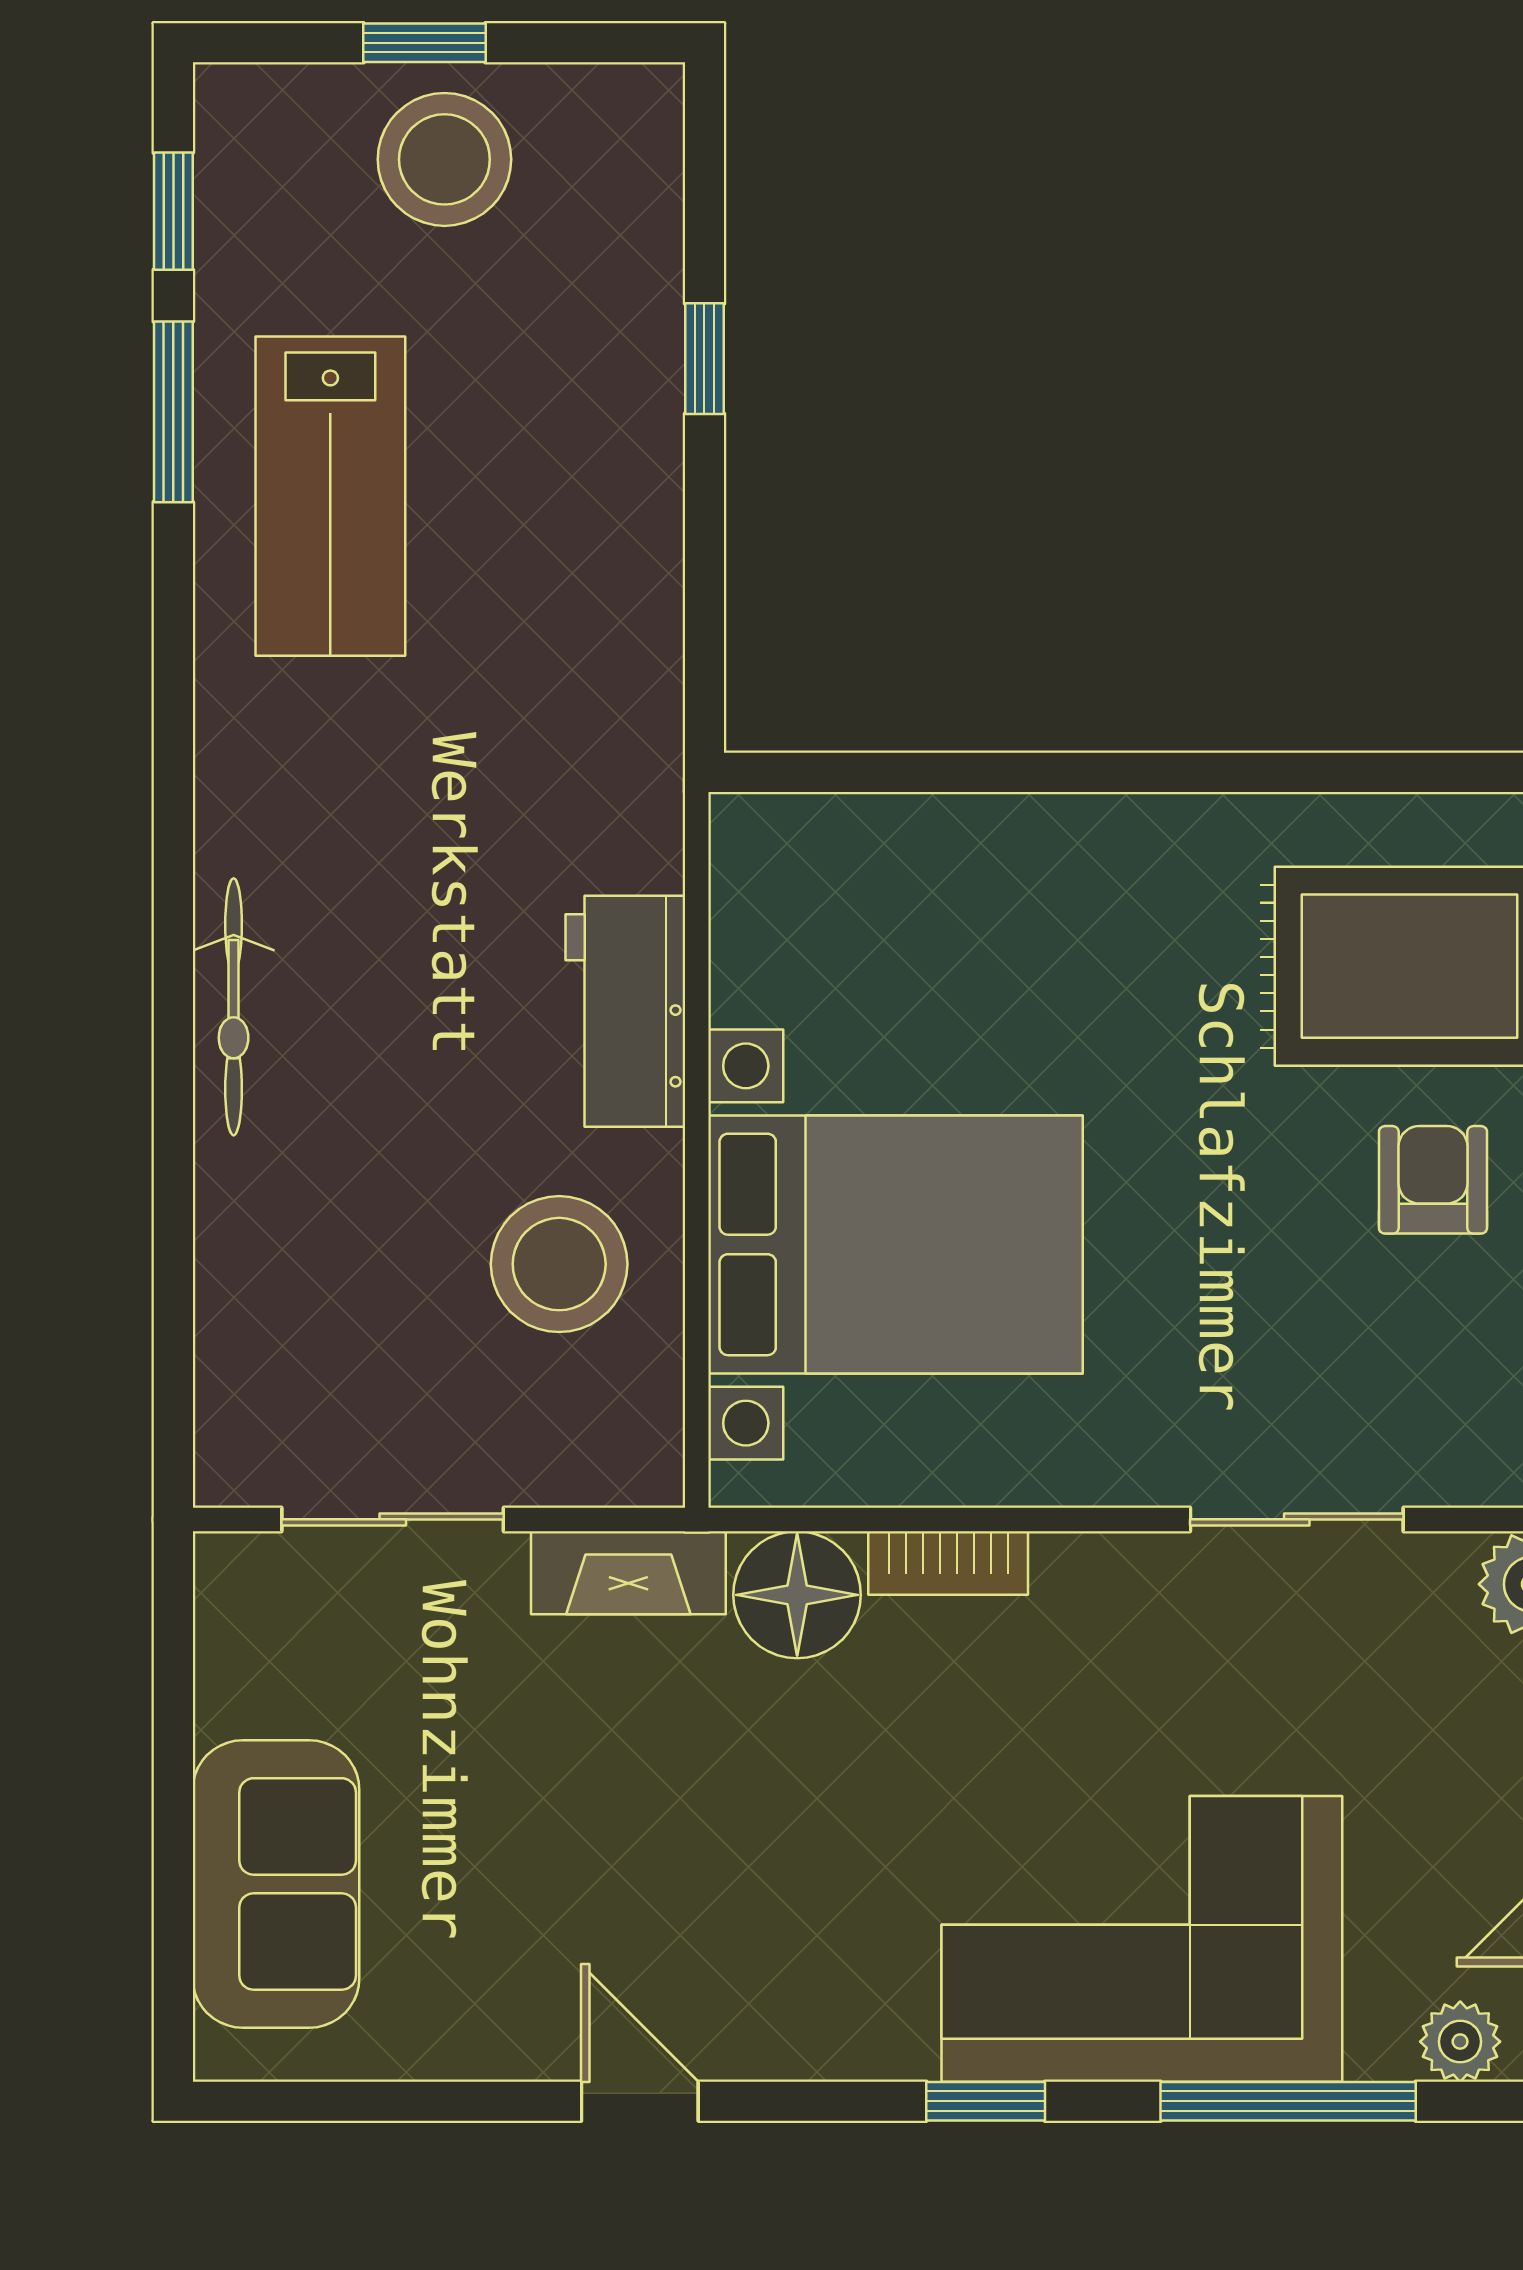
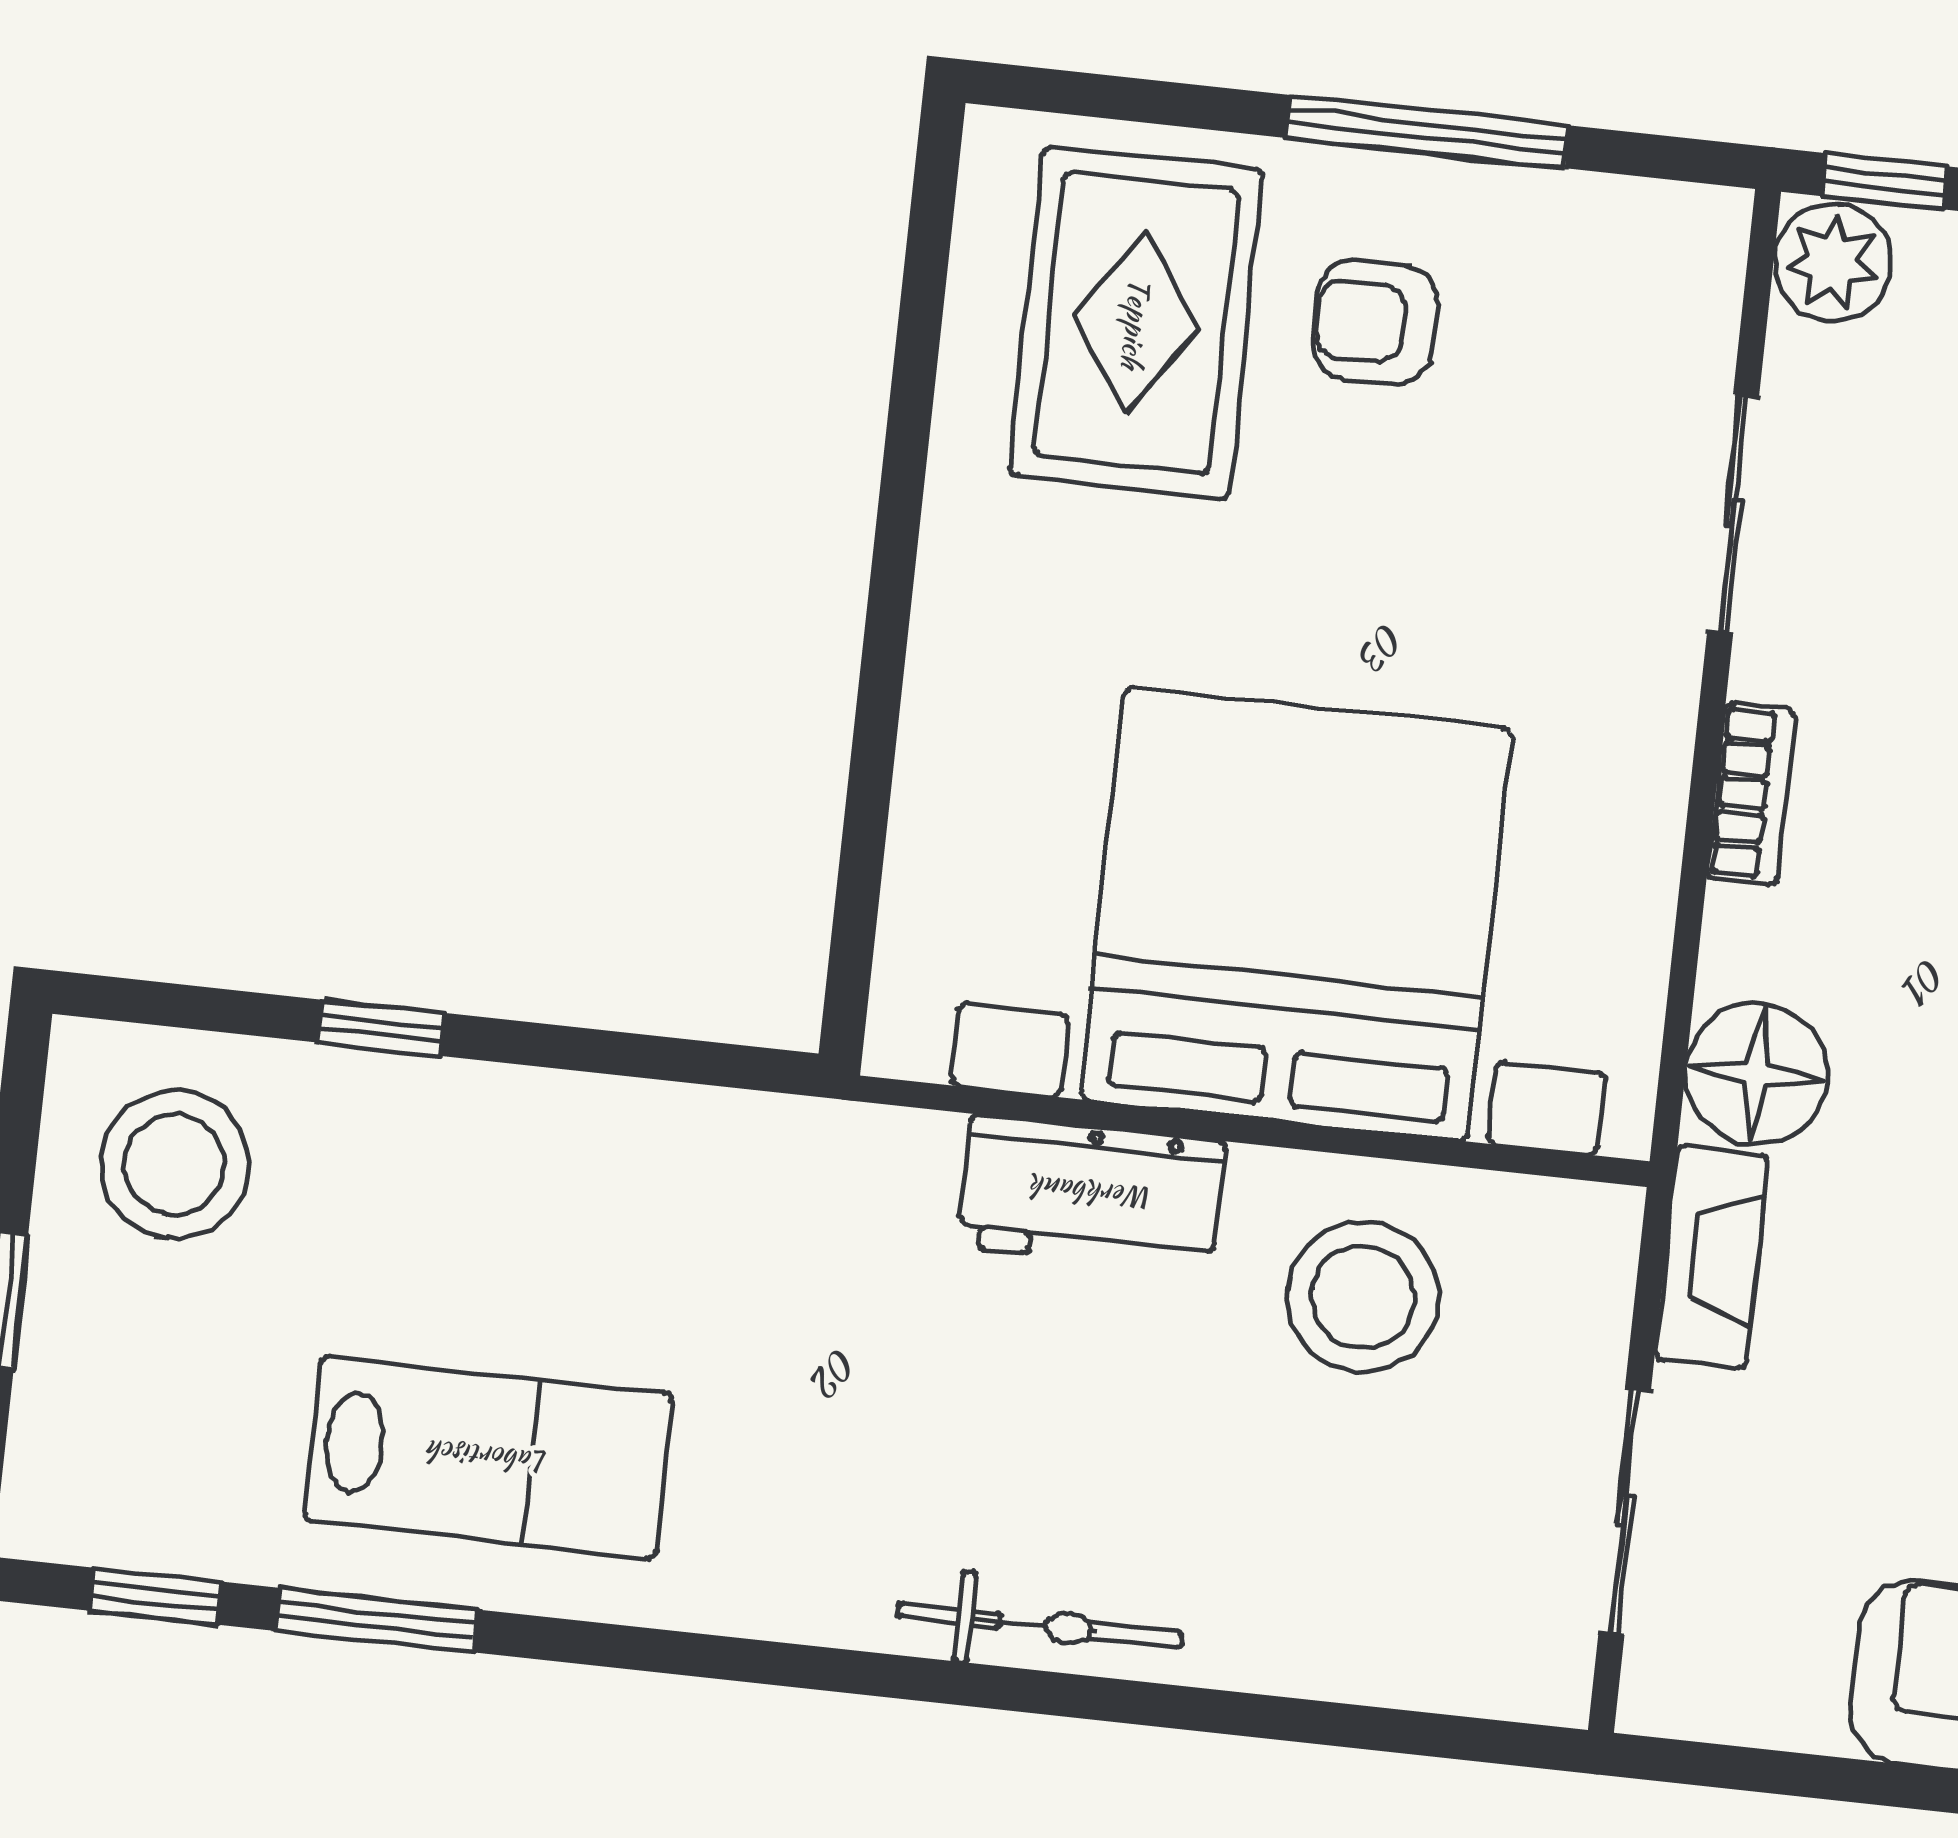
stool: (444, 159) -> (175, 1165), moved
bed with nightstands: (896, 1244) -> (1296, 914), width x1.36
bookcase: (948, 1563) -> (1751, 794), moved

